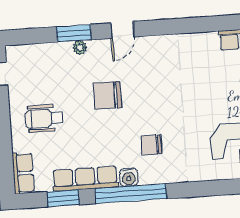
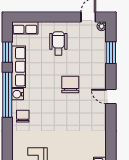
window: (74, 33) -> (111, 53), moved
plant: (80, 48) -> (102, 26), moved
chair: (152, 145) -> (23, 116), moved

